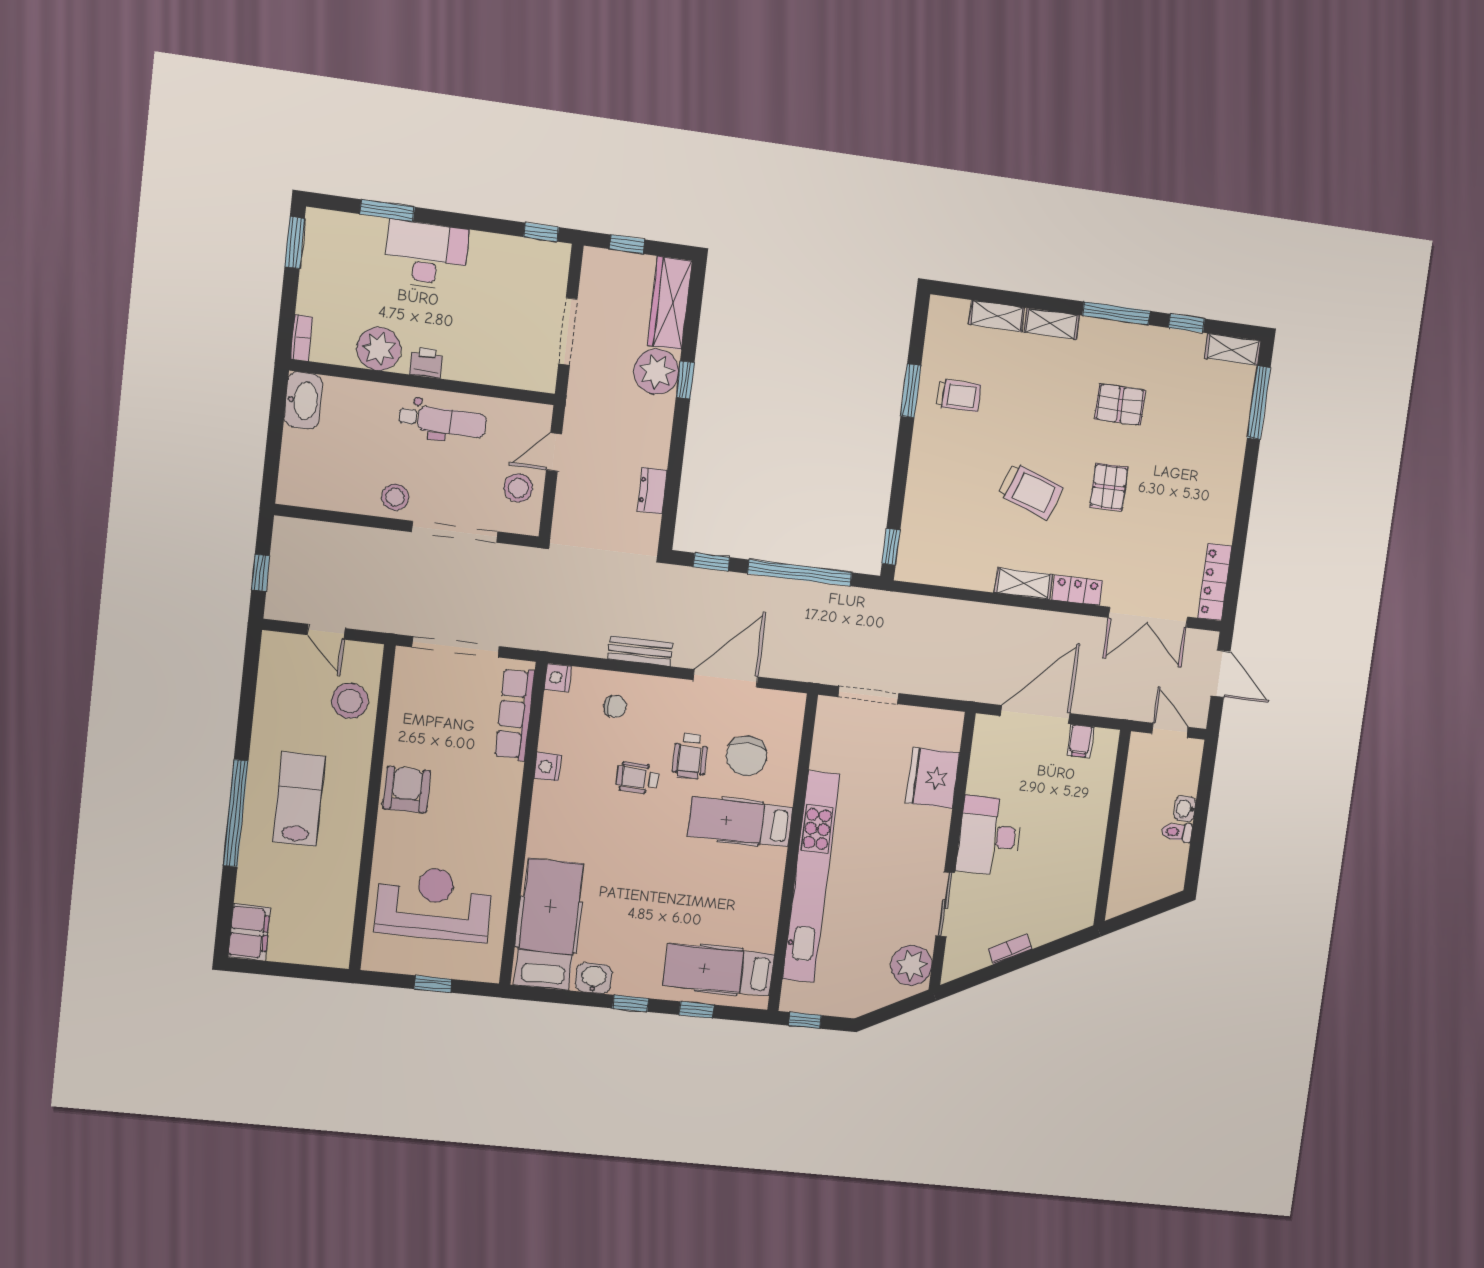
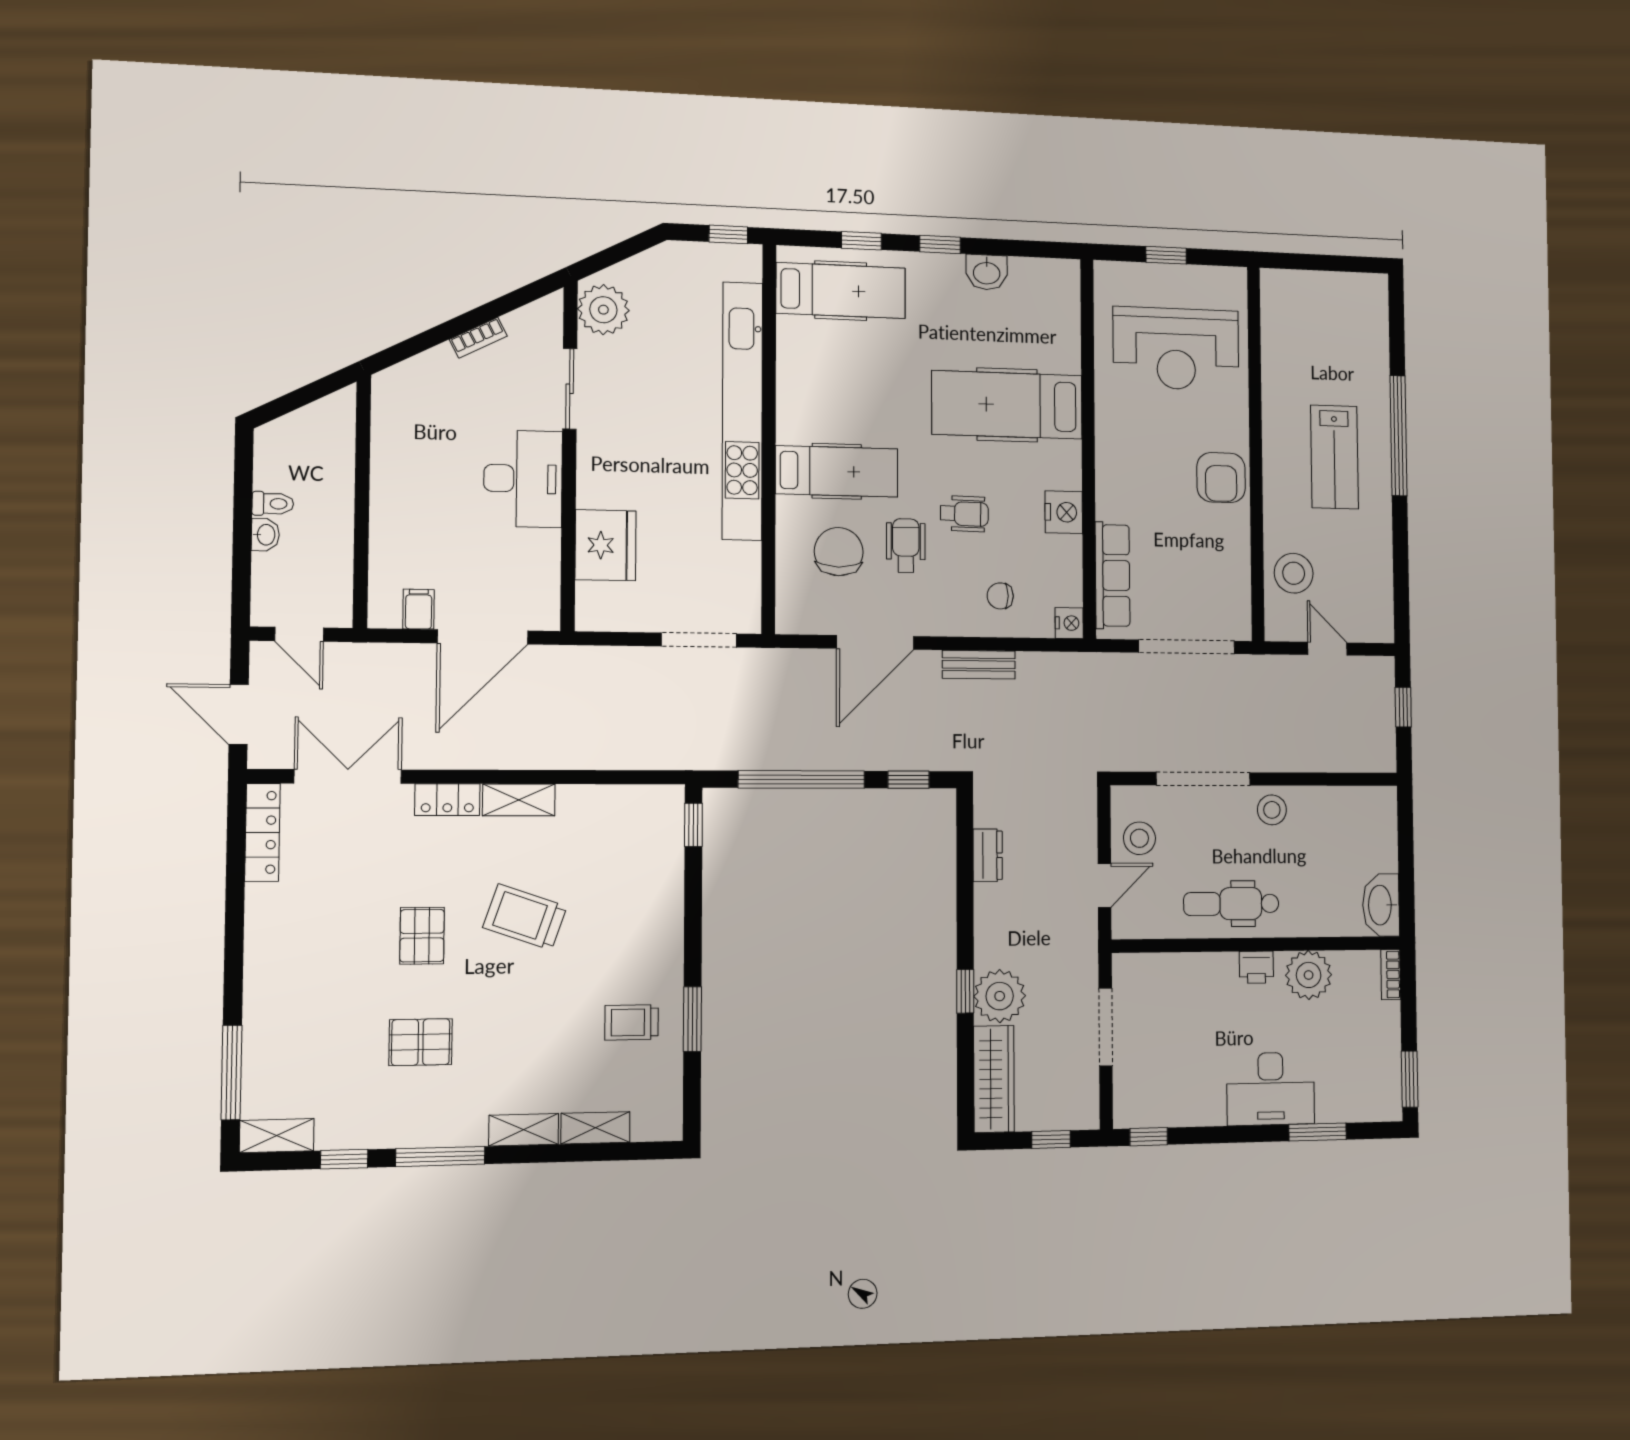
nightstand: (548, 767) -> (1064, 512), width x1.36, depth x1.33
hospital bed: (549, 925) -> (1007, 405), moved, turned 90
filing cabinet: (249, 932) -> (1369, 303), removed

